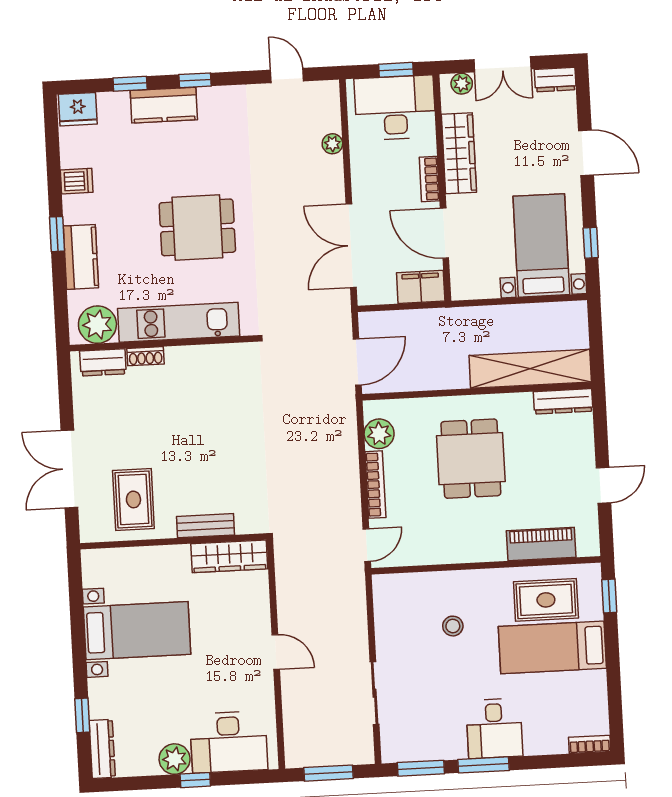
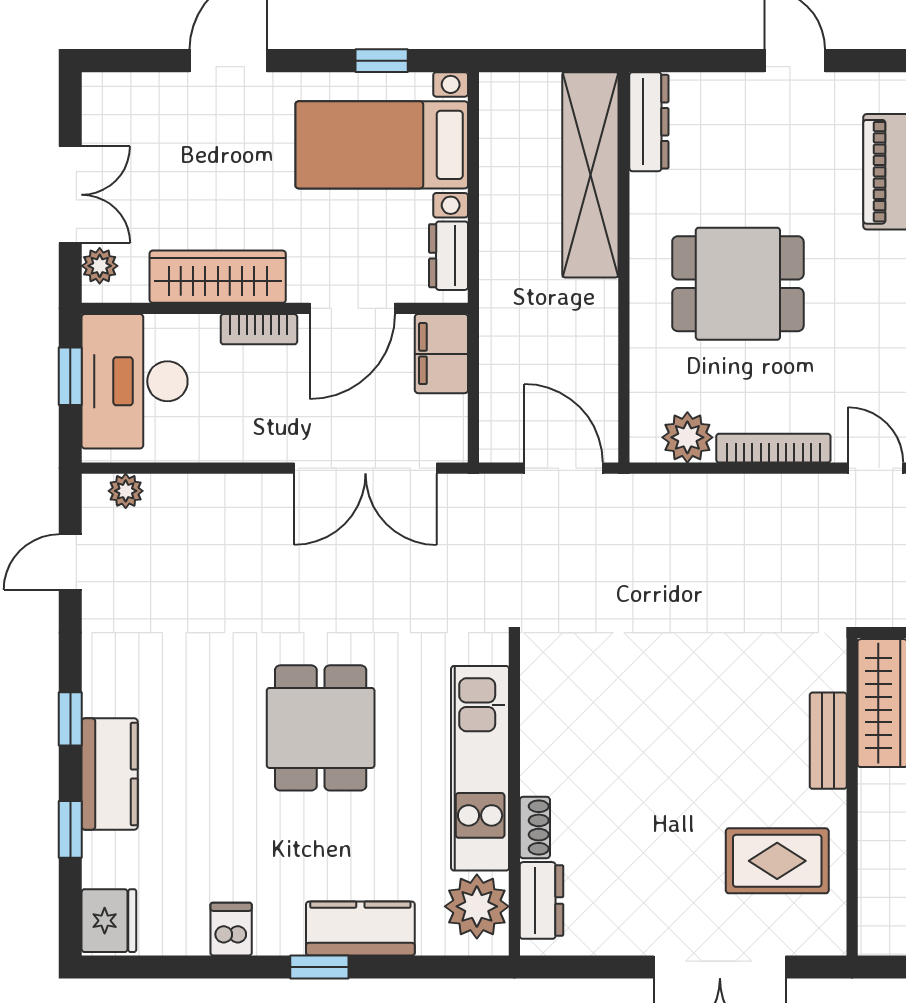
dresser: (555, 80) -> (449, 256), moved, turned 180
plant: (332, 144) -> (126, 491), moved

